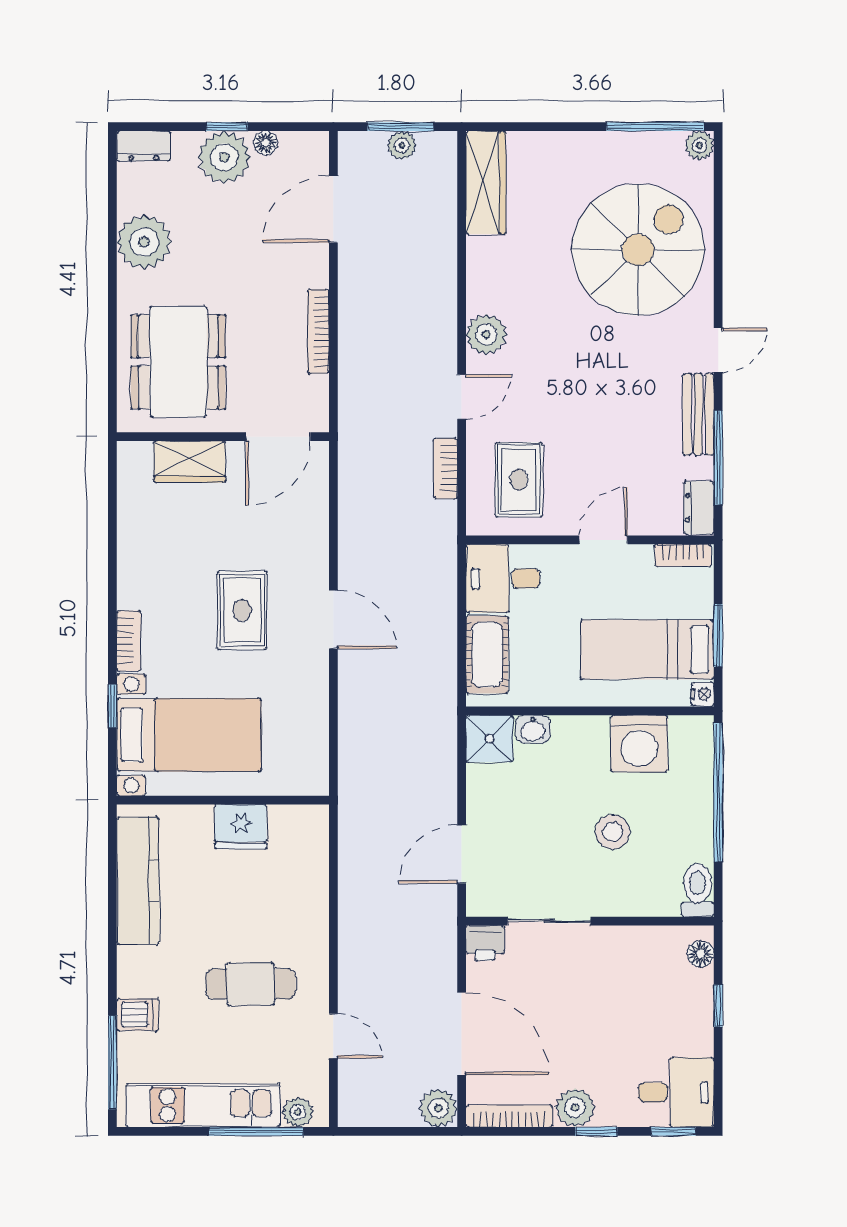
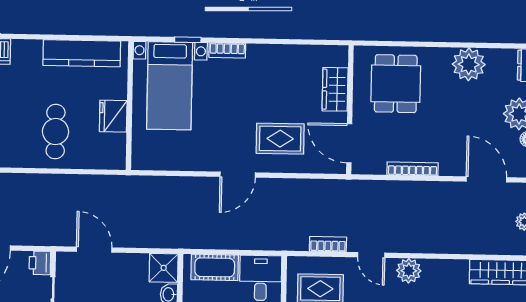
dining table: (178, 362) -> (396, 84), width x0.73
rug: (242, 610) -> (280, 139), moved
cafe table: (251, 984) -> (56, 132), moved

